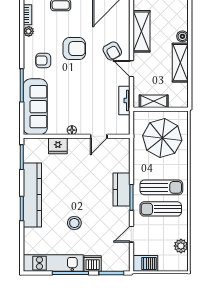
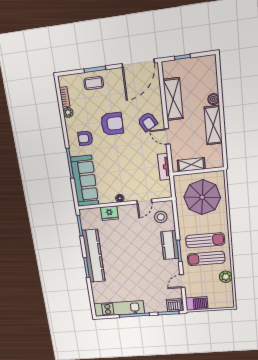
stool: (74, 223) -> (161, 217), moved
plant: (181, 246) -> (226, 277), moved
dishwasher: (93, 264) -> (174, 305), moved

